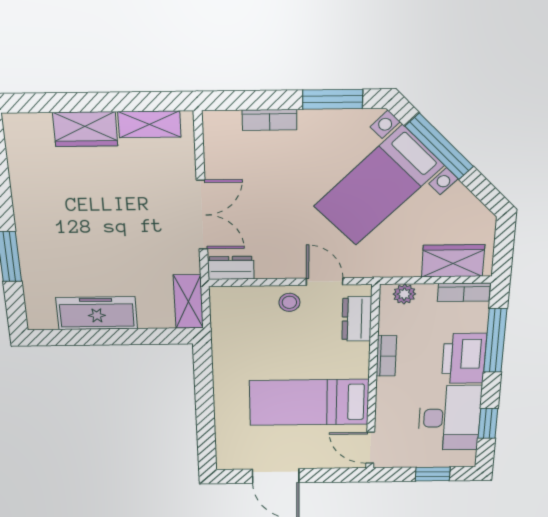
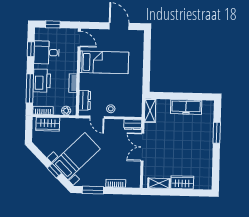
window: (439, 147) -> (54, 171), width x0.46
desk: (450, 418) -> (47, 52), width x0.73

